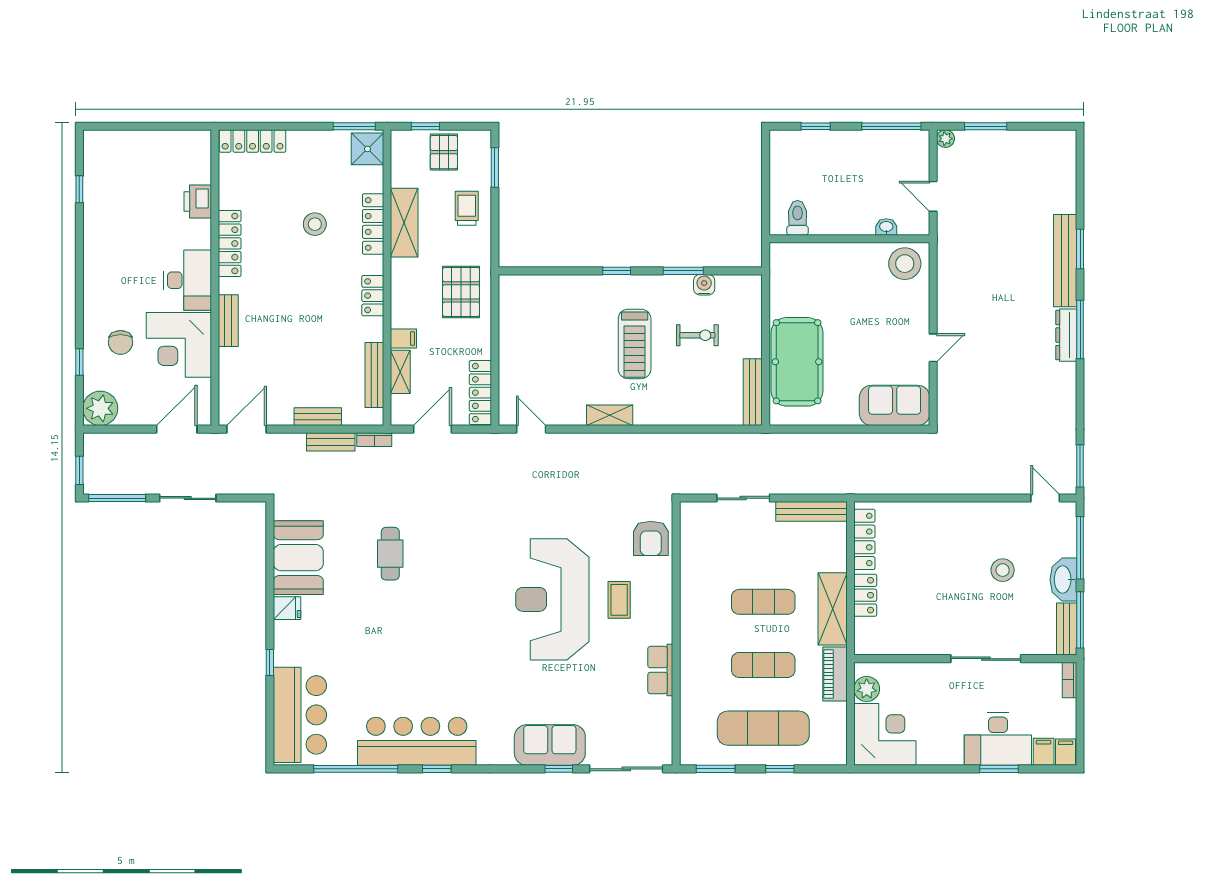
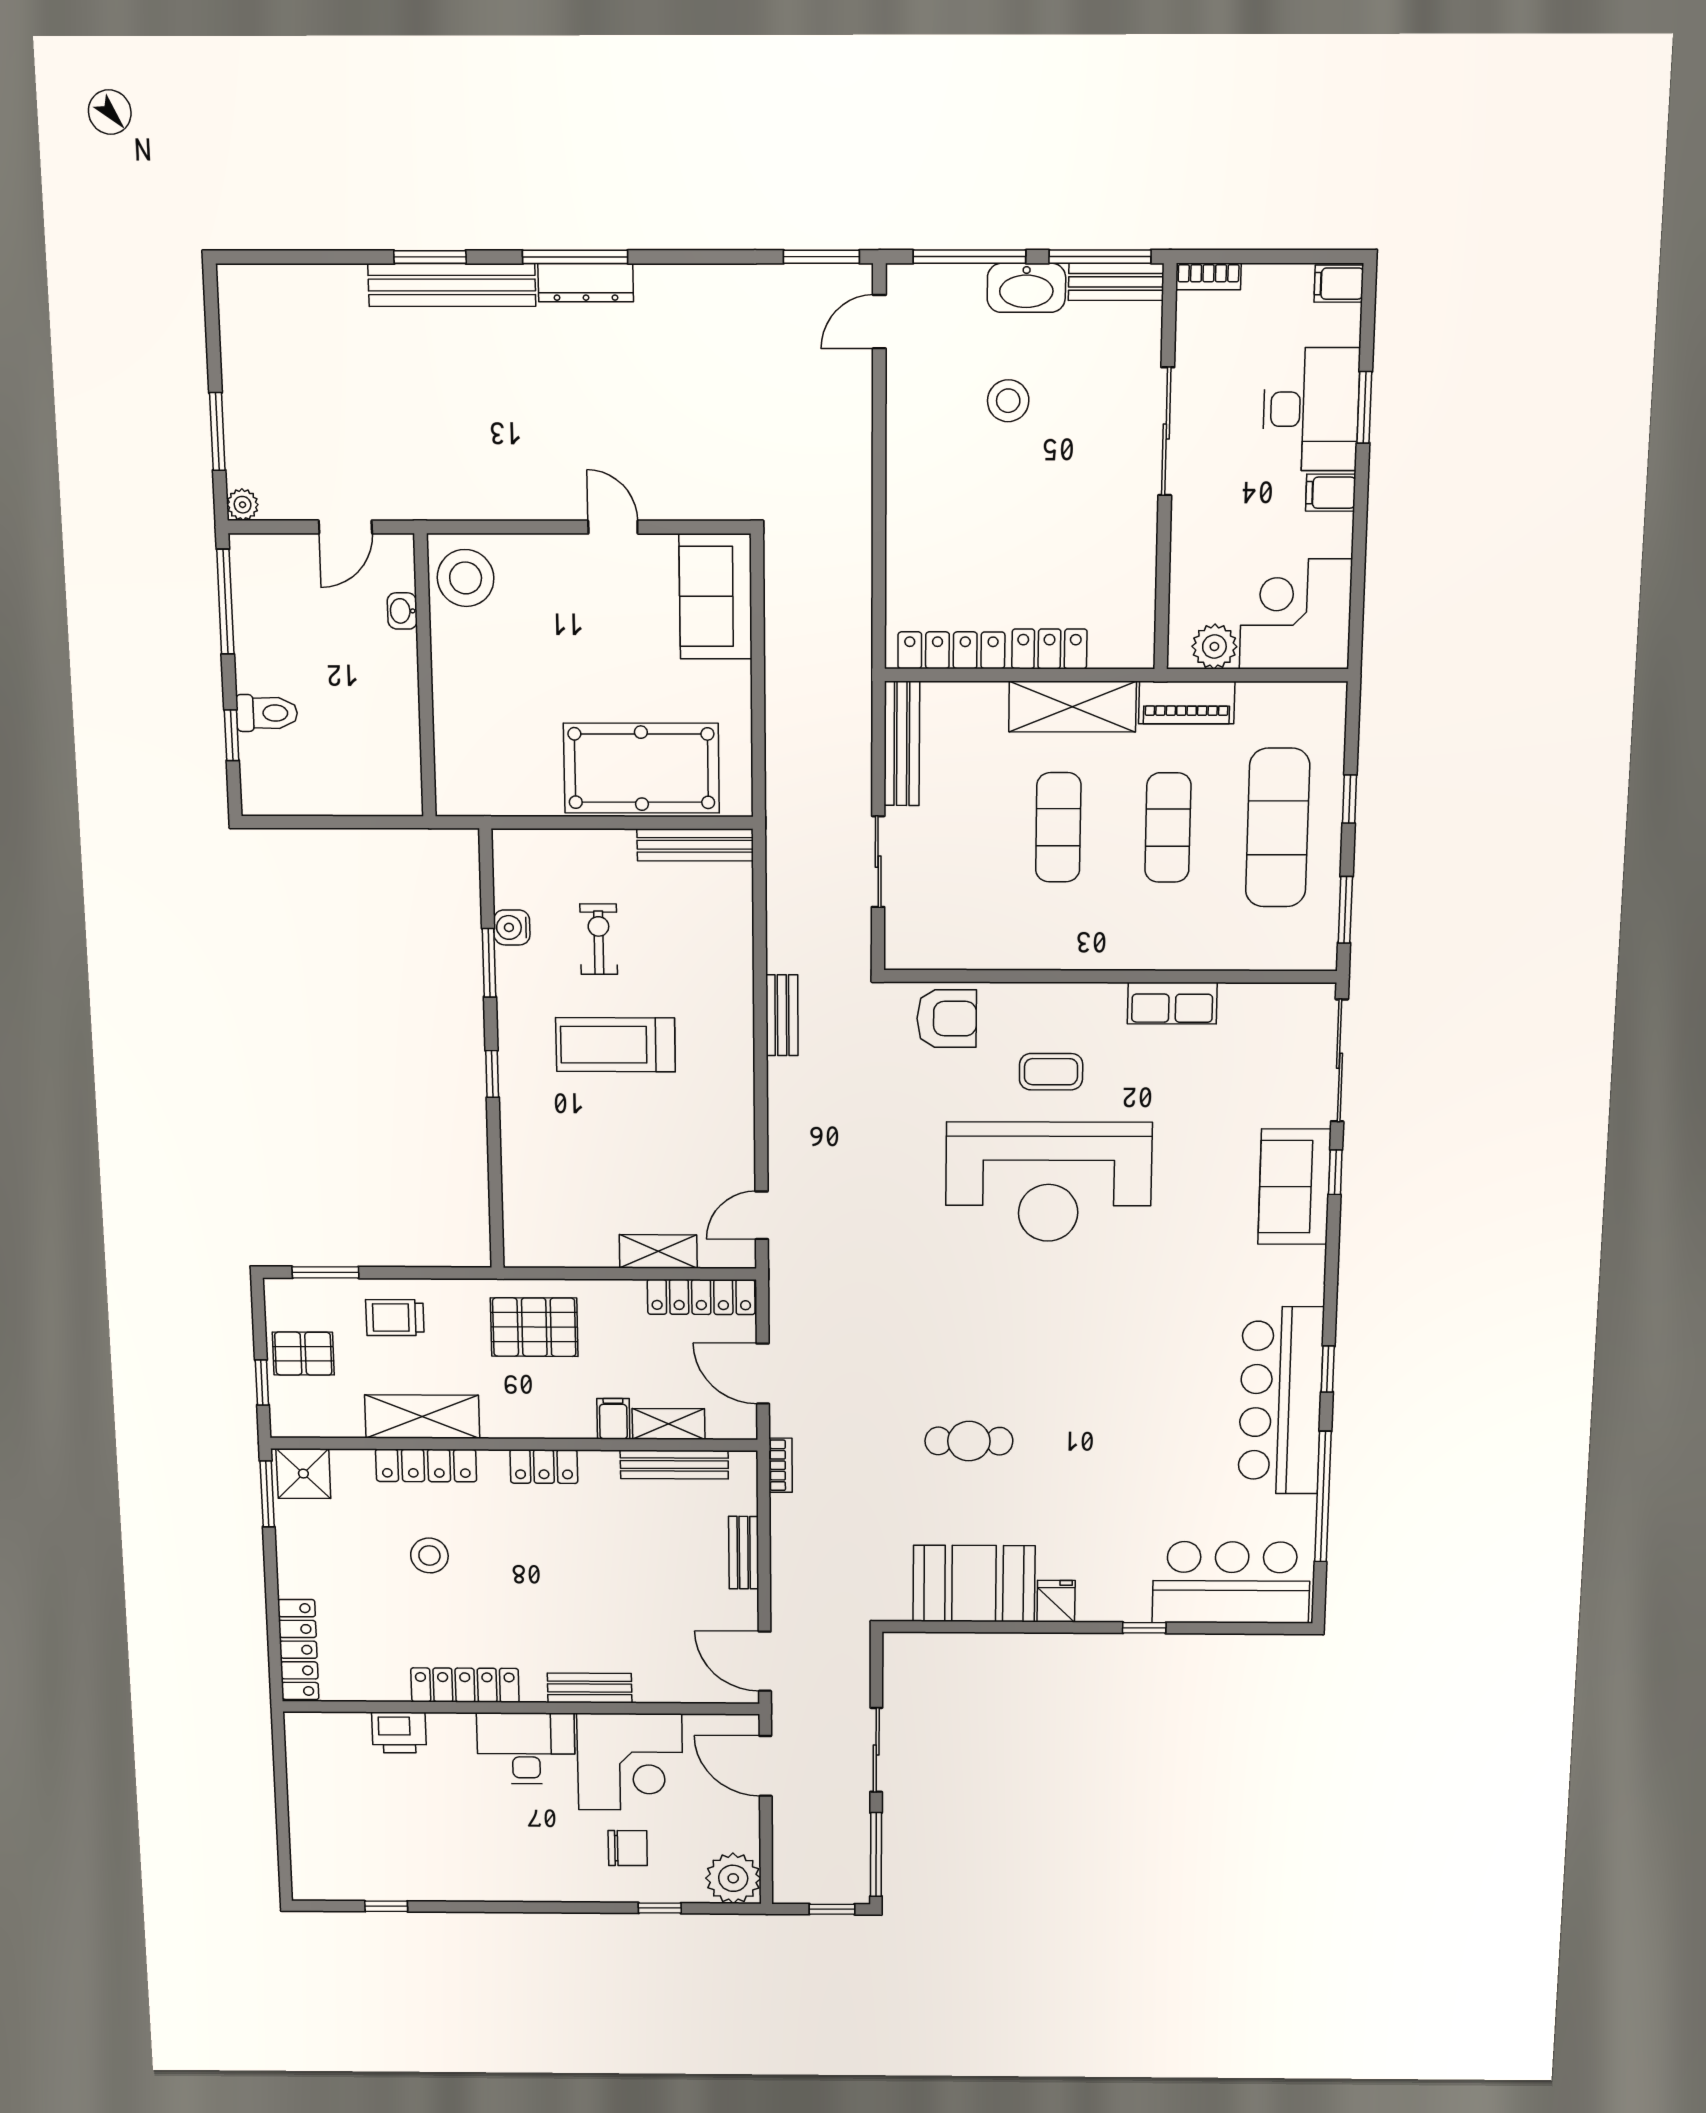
toilet: (798, 218) -> (267, 713), moved, turned 180
treadmill: (635, 344) -> (616, 1045), turned 180
shelving: (610, 415) -> (658, 1251), moved, turned 90
bench: (331, 442) -> (782, 1015), moved
filing cabinet: (1044, 752) -> (1331, 493), moved

